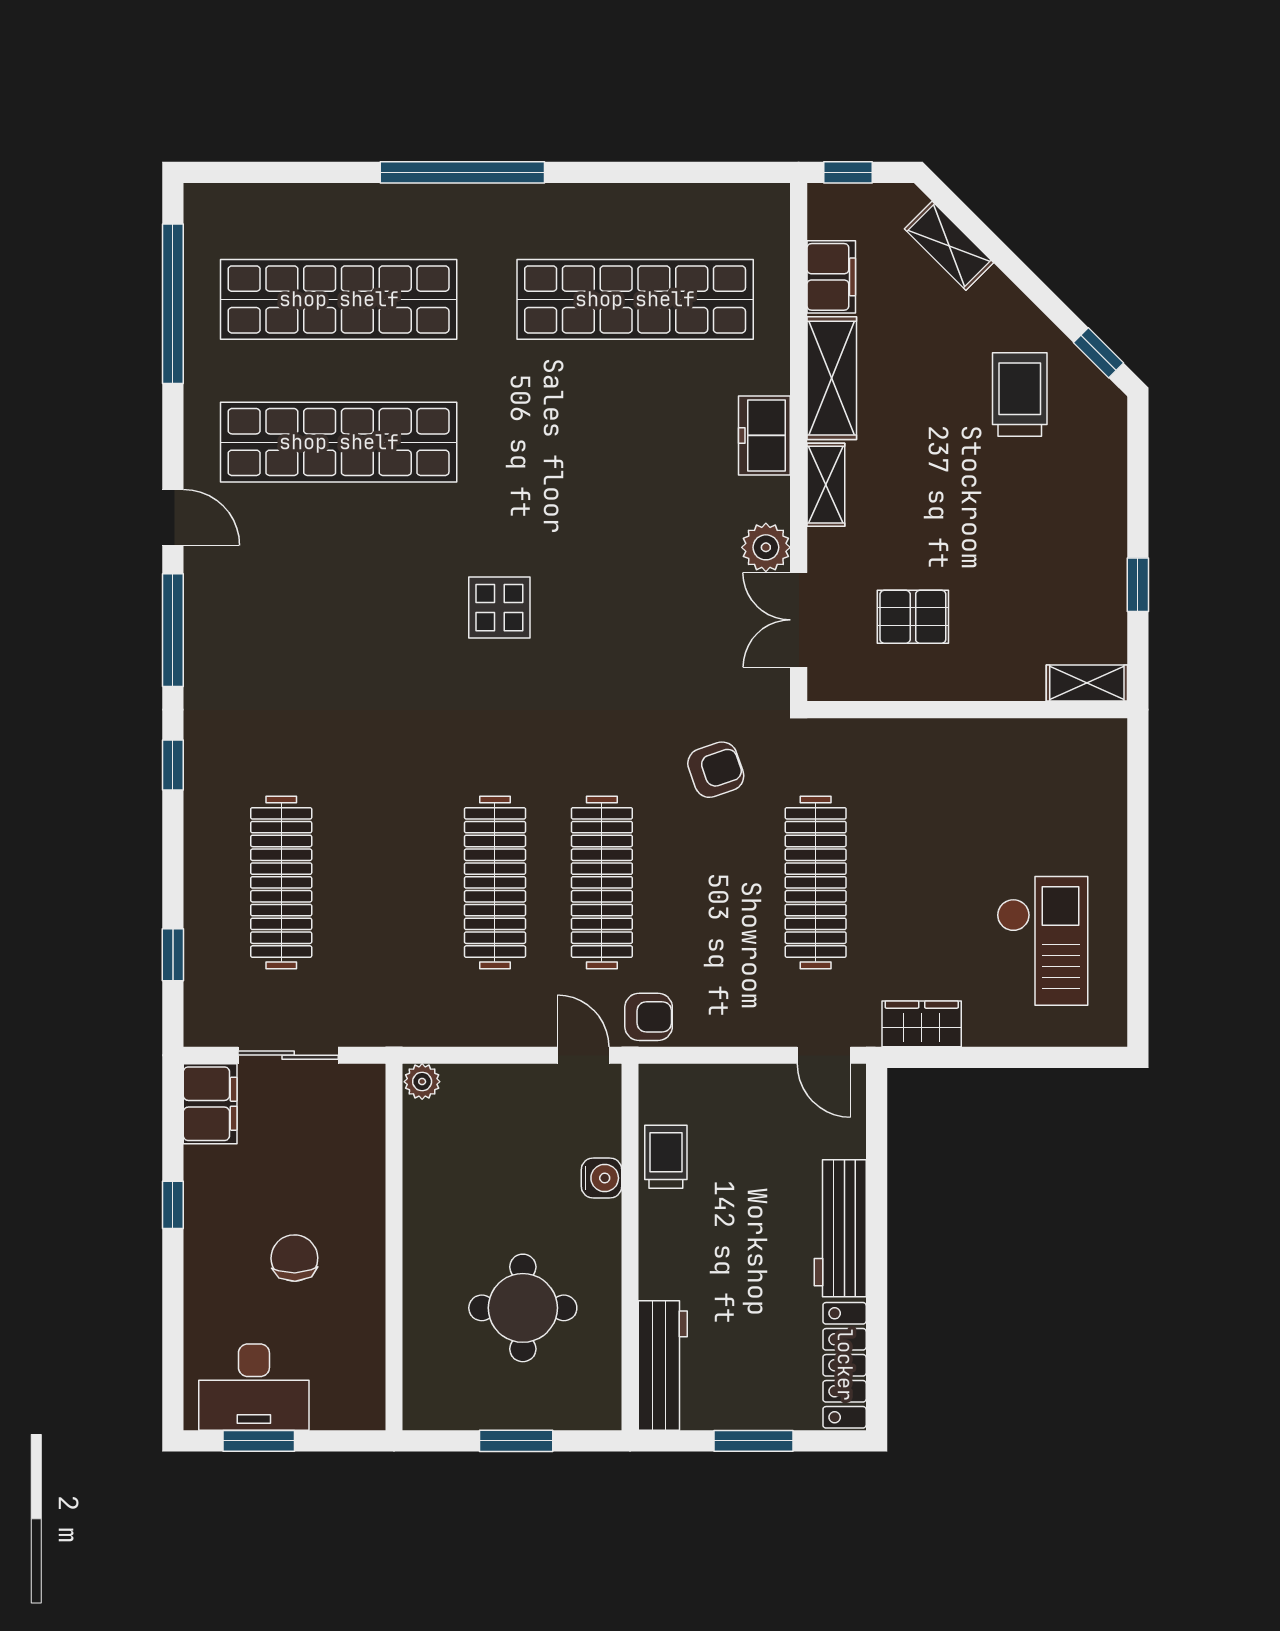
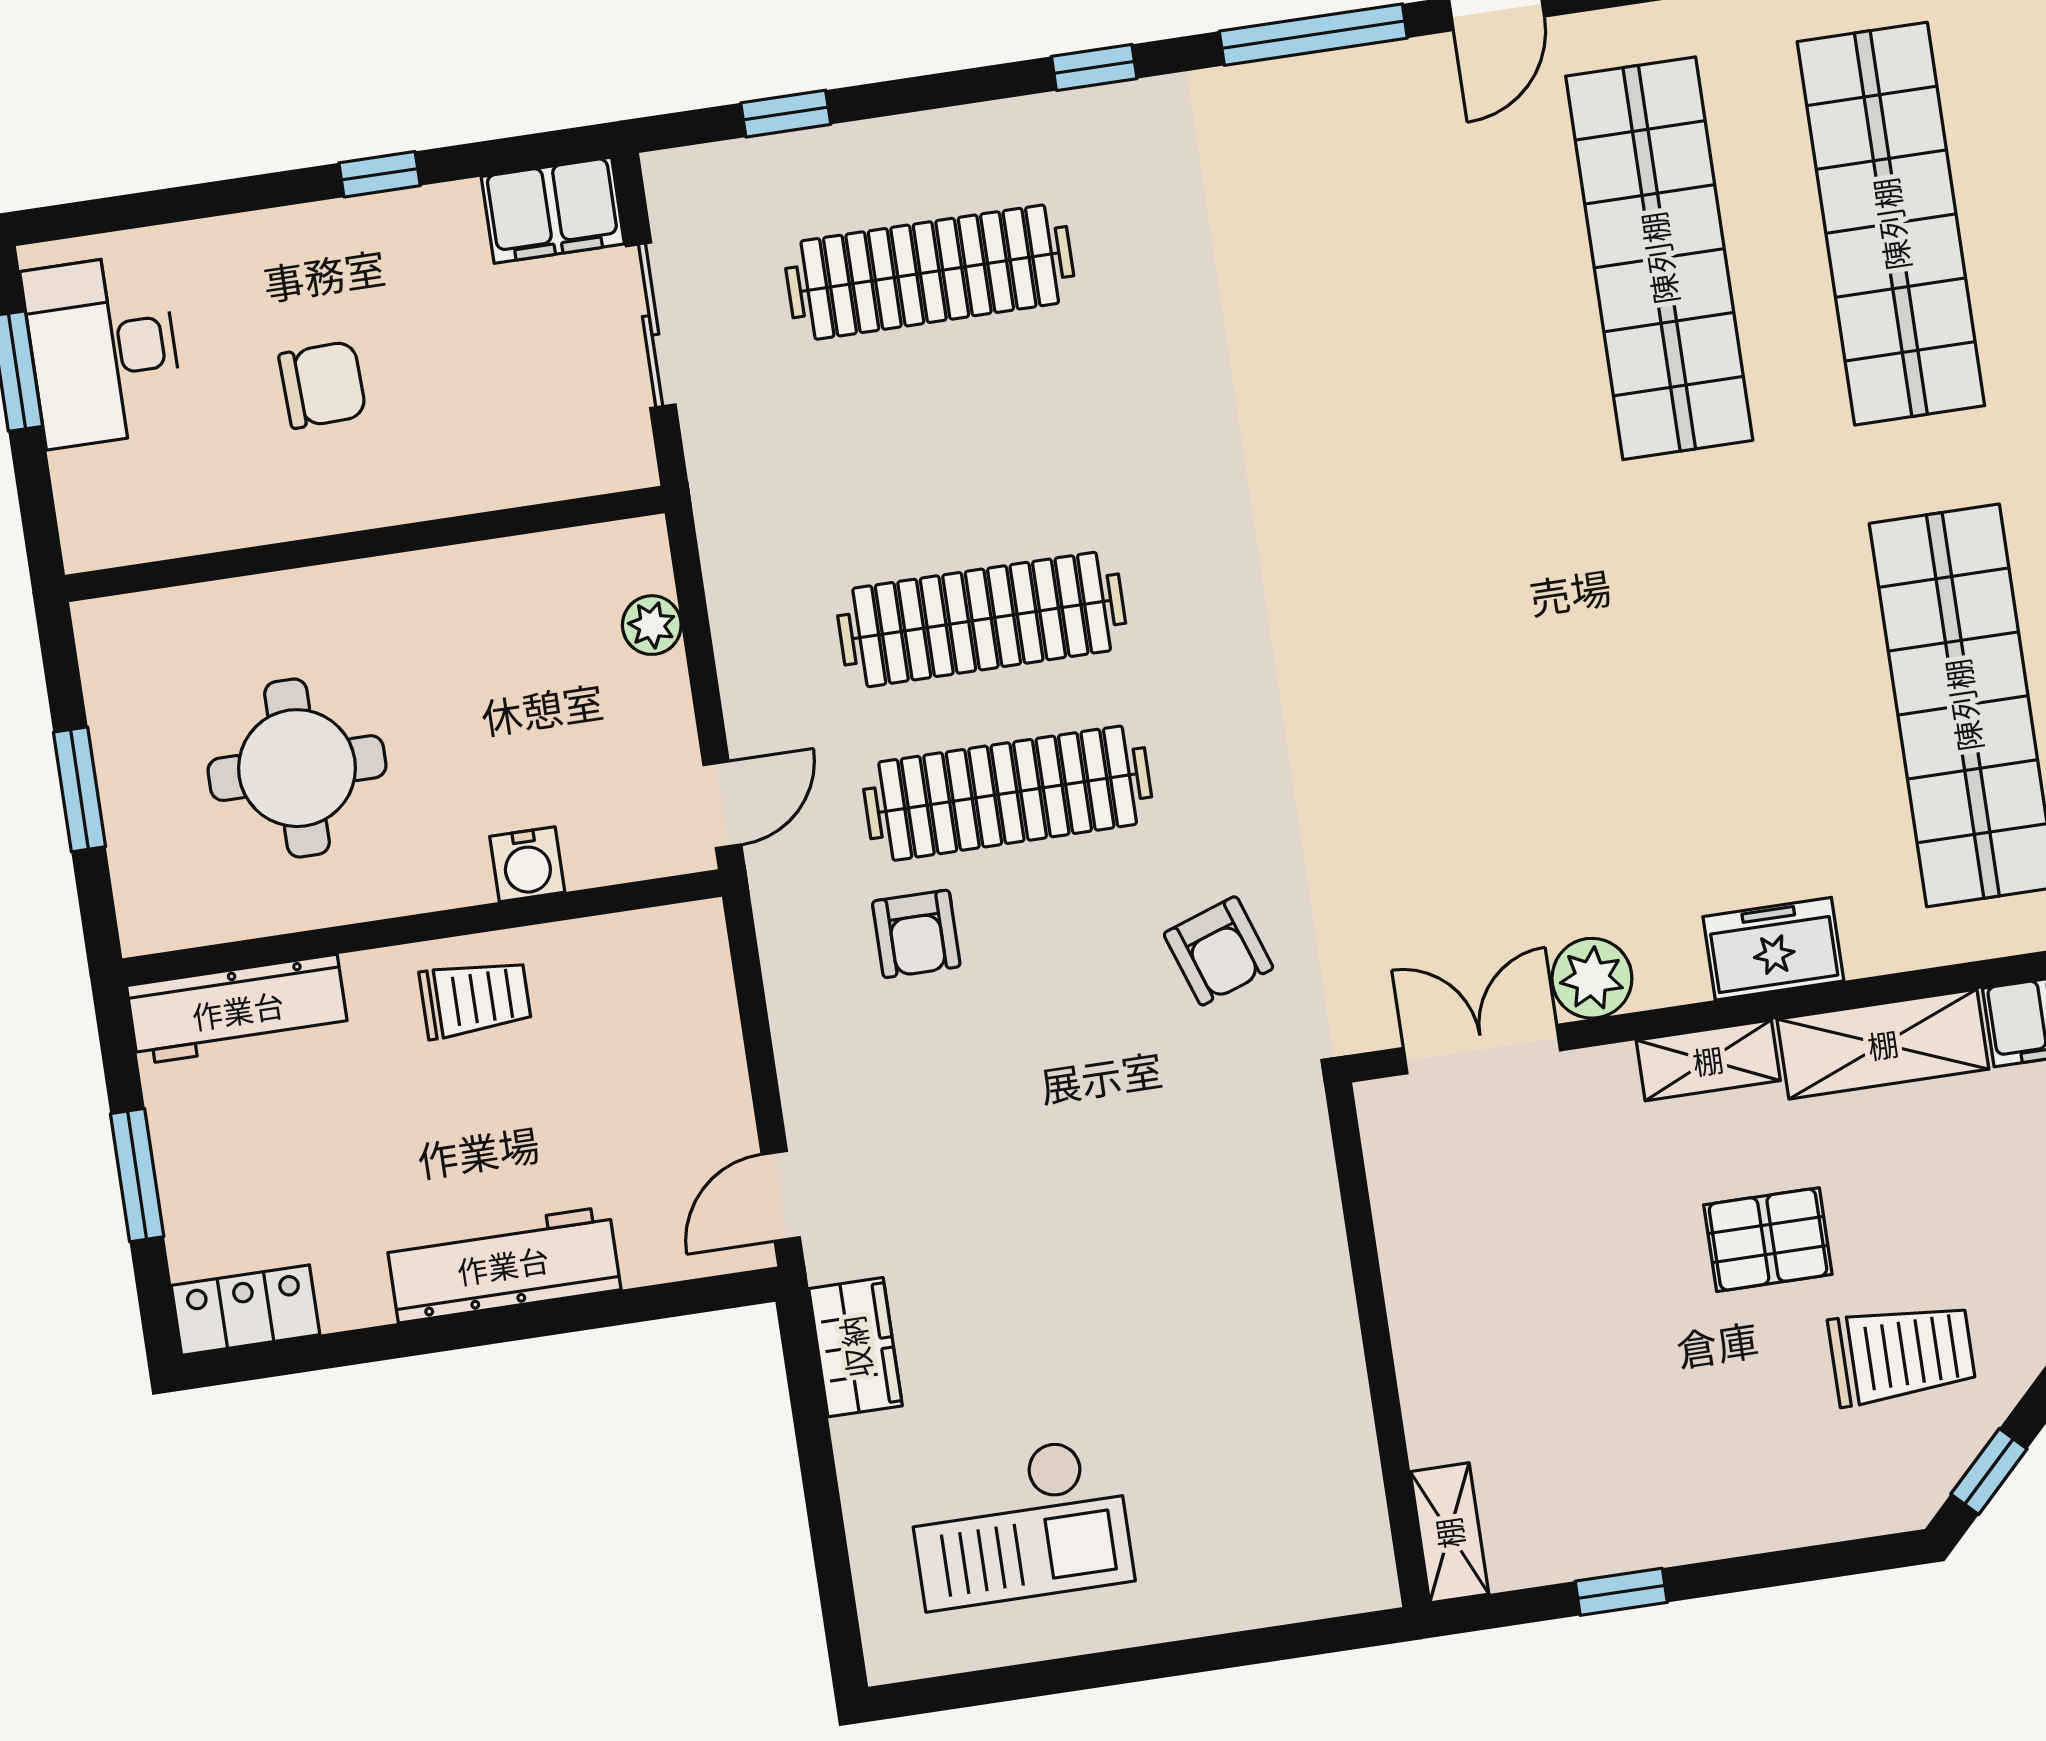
display table: (499, 608) -> (1429, 560), removed
pallet: (913, 617) -> (1768, 1240), moved, turned 90
clothes rail: (816, 882) -> (1060, 1141), removed
armchair: (649, 1017) -> (916, 934), moved
plant: (422, 1082) -> (652, 625), moved
trolley: (666, 1157) -> (475, 998), moved
locker: (845, 1365) -> (246, 1310), width x0.66

